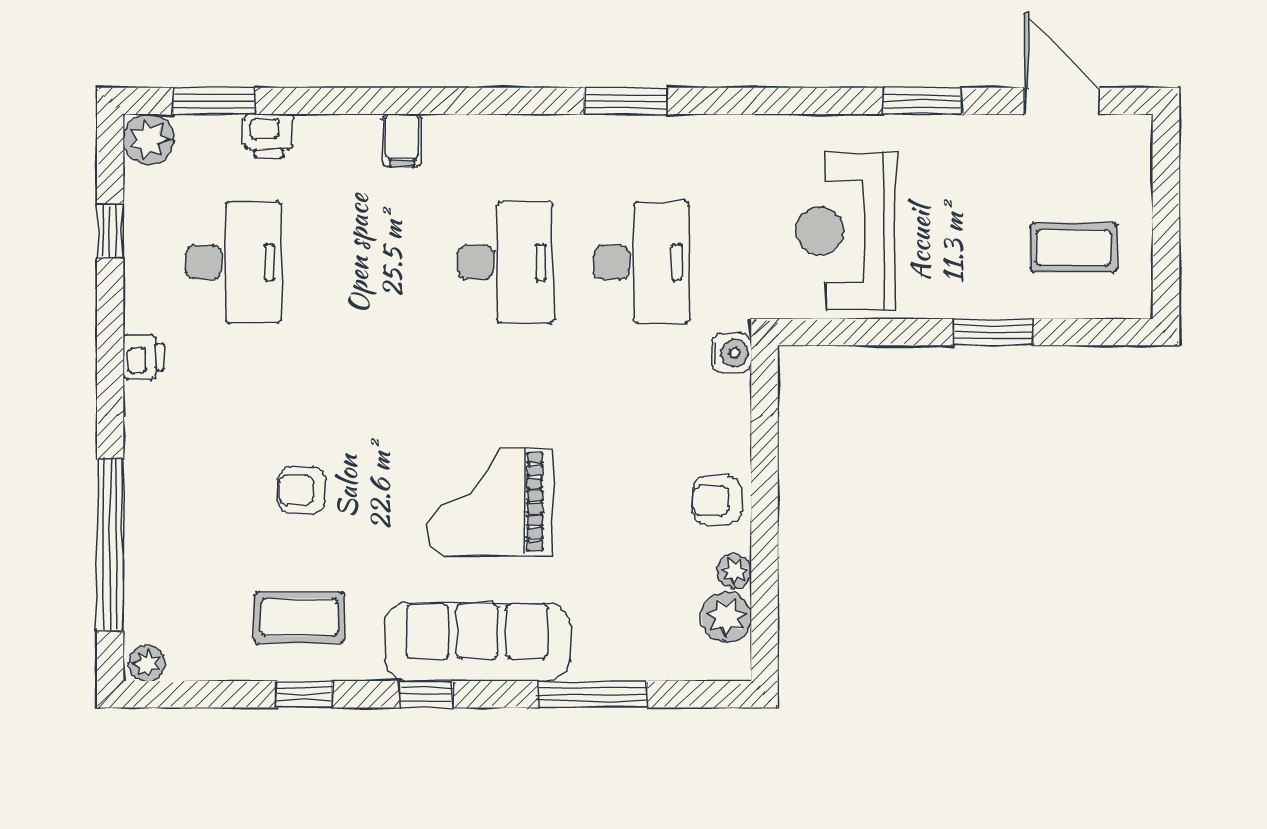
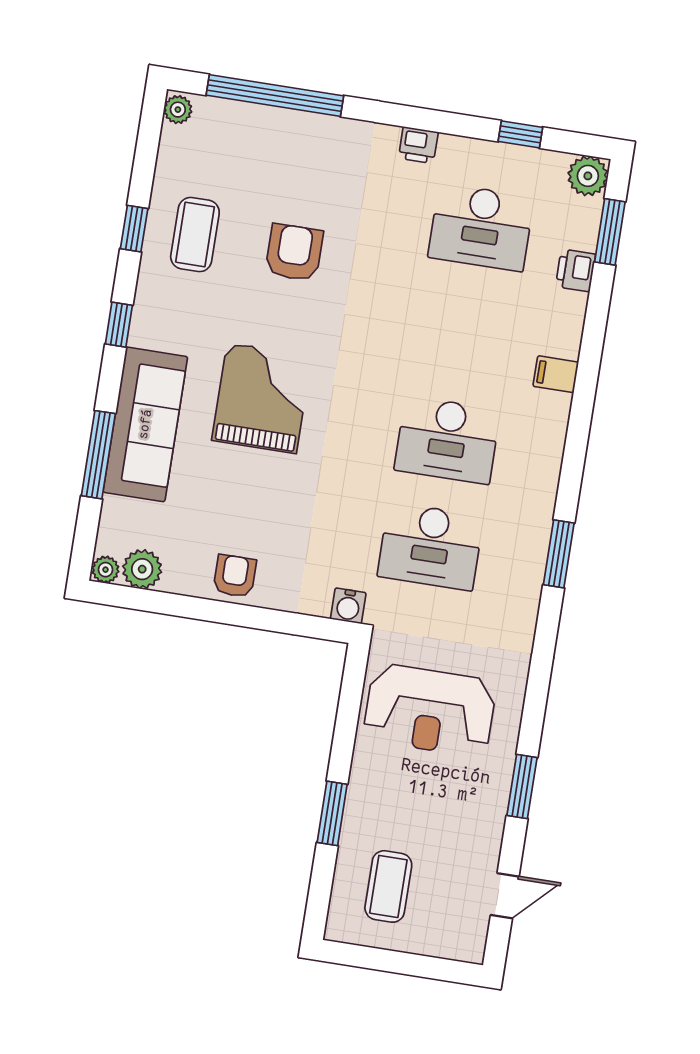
door: (1062, 101) -> (505, 896), width x0.73
reception desk: (846, 231) -> (430, 710), turned 180
armchair: (302, 490) -> (294, 252), width x1.38, depth x1.38
plant: (734, 572) -> (106, 570), moved
sofa: (477, 642) -> (145, 424), moved

